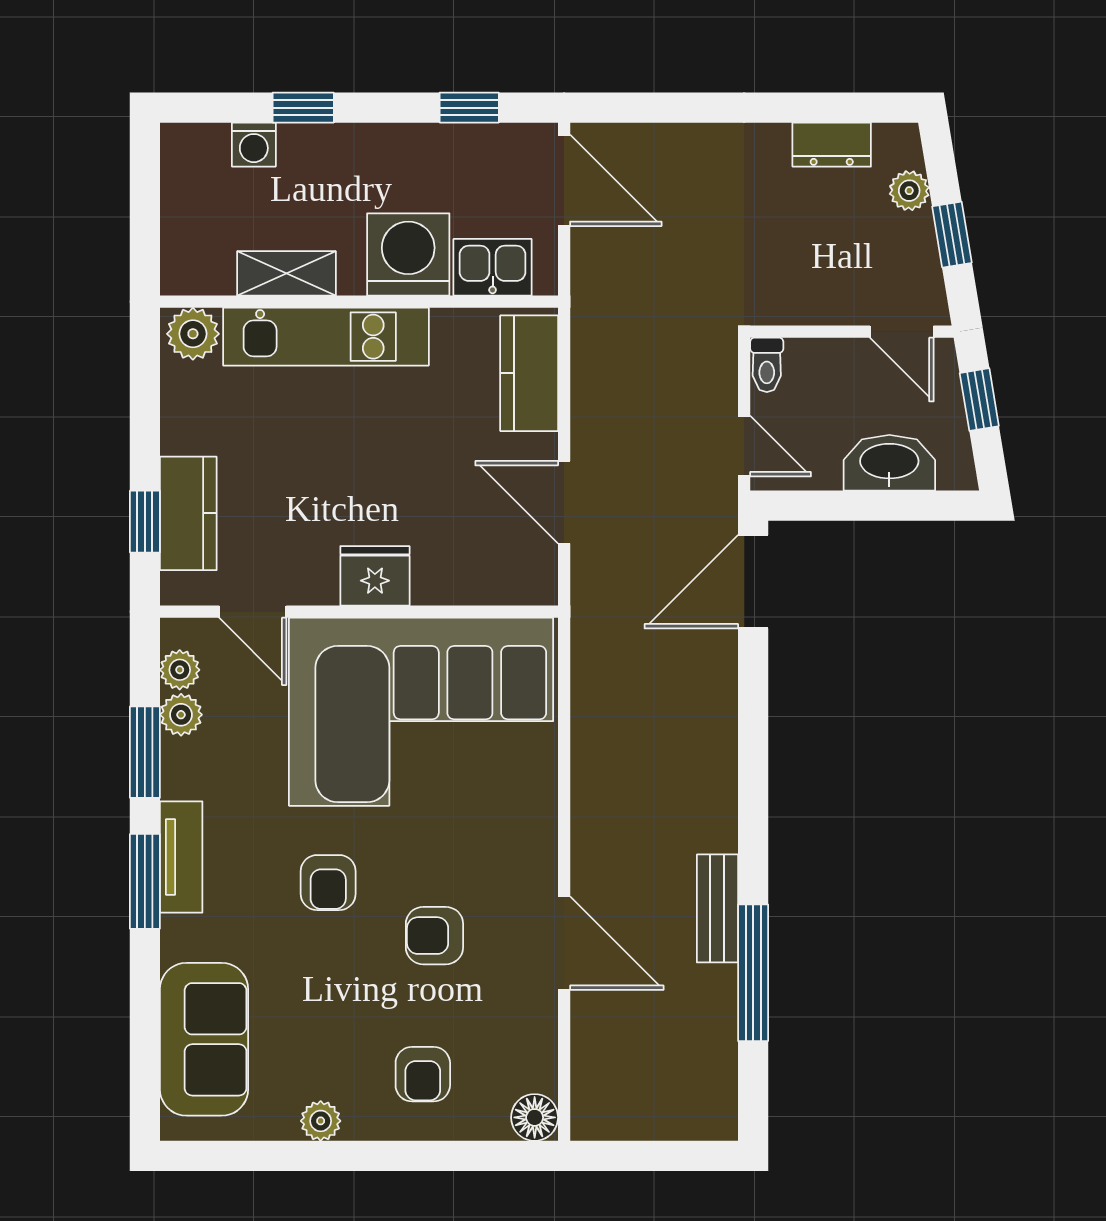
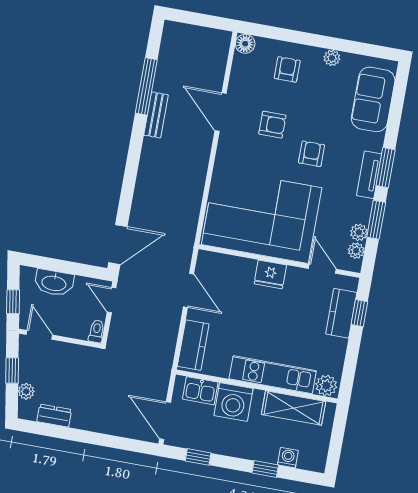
shelving: (286, 273) -> (294, 408), width x1.50, depth x1.33

